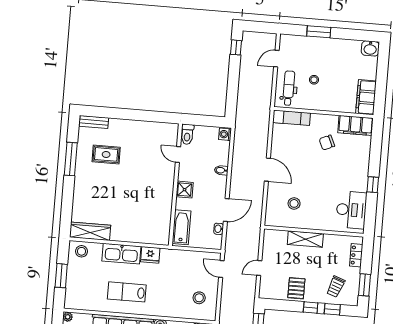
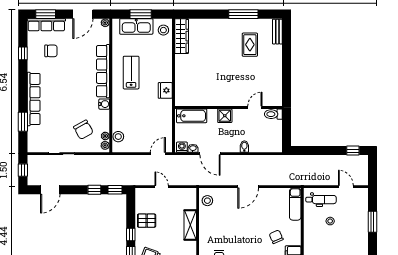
washing machine: (225, 134) -> (182, 147), moved
stool: (294, 203) -> (207, 201), moved
kitchen sink: (121, 254) -> (136, 26), moved, turned -90
stool: (199, 298) -> (118, 137), moved

